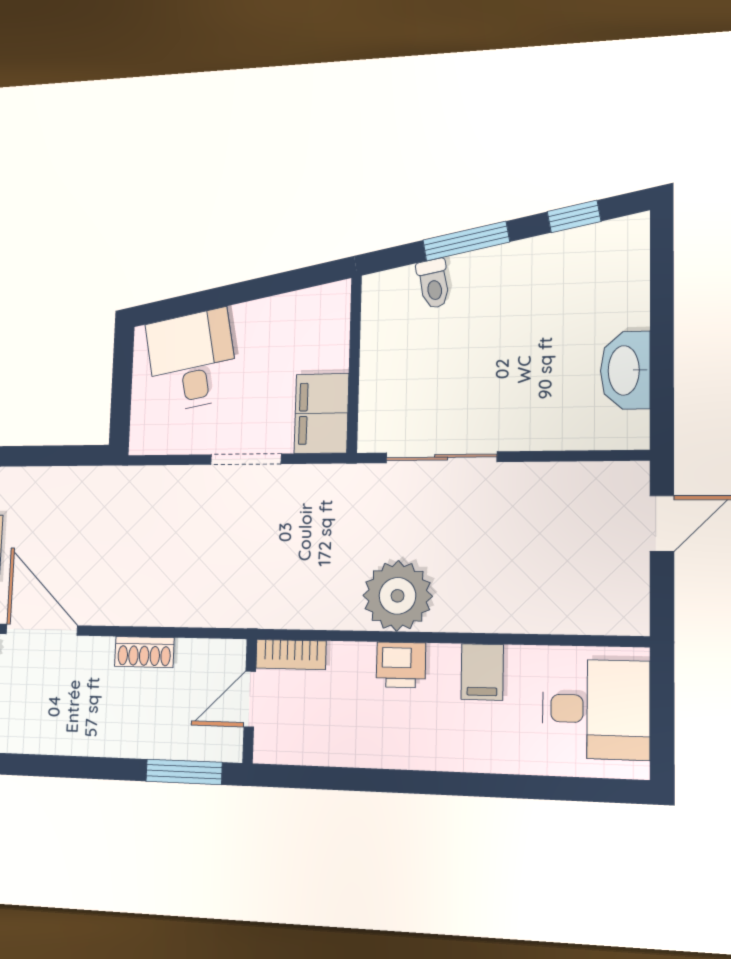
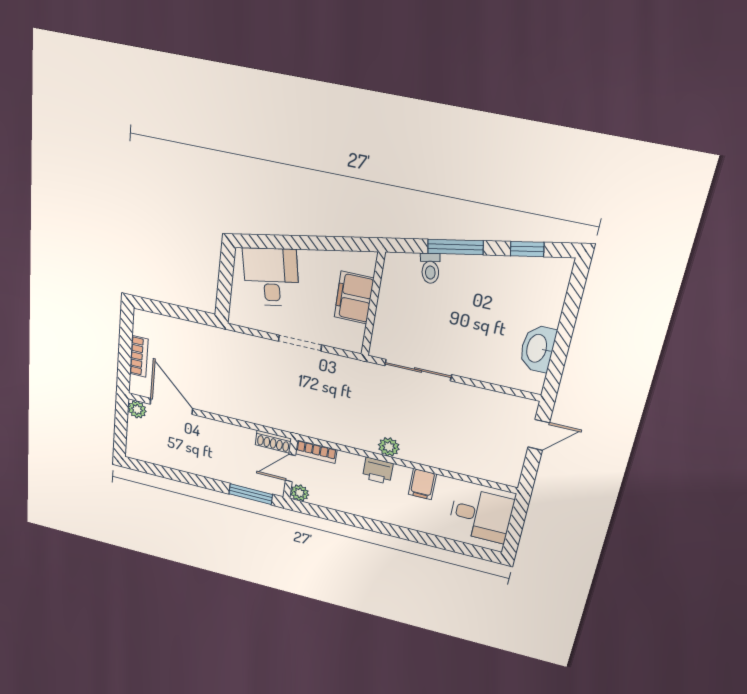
filing cabinet: (321, 413) -> (354, 298), moved
plant: (398, 596) -> (389, 447), width x0.53, depth x0.53
shoe rack: (144, 652) -> (273, 442), moved
plant: (270, 747) -> (300, 493), added

